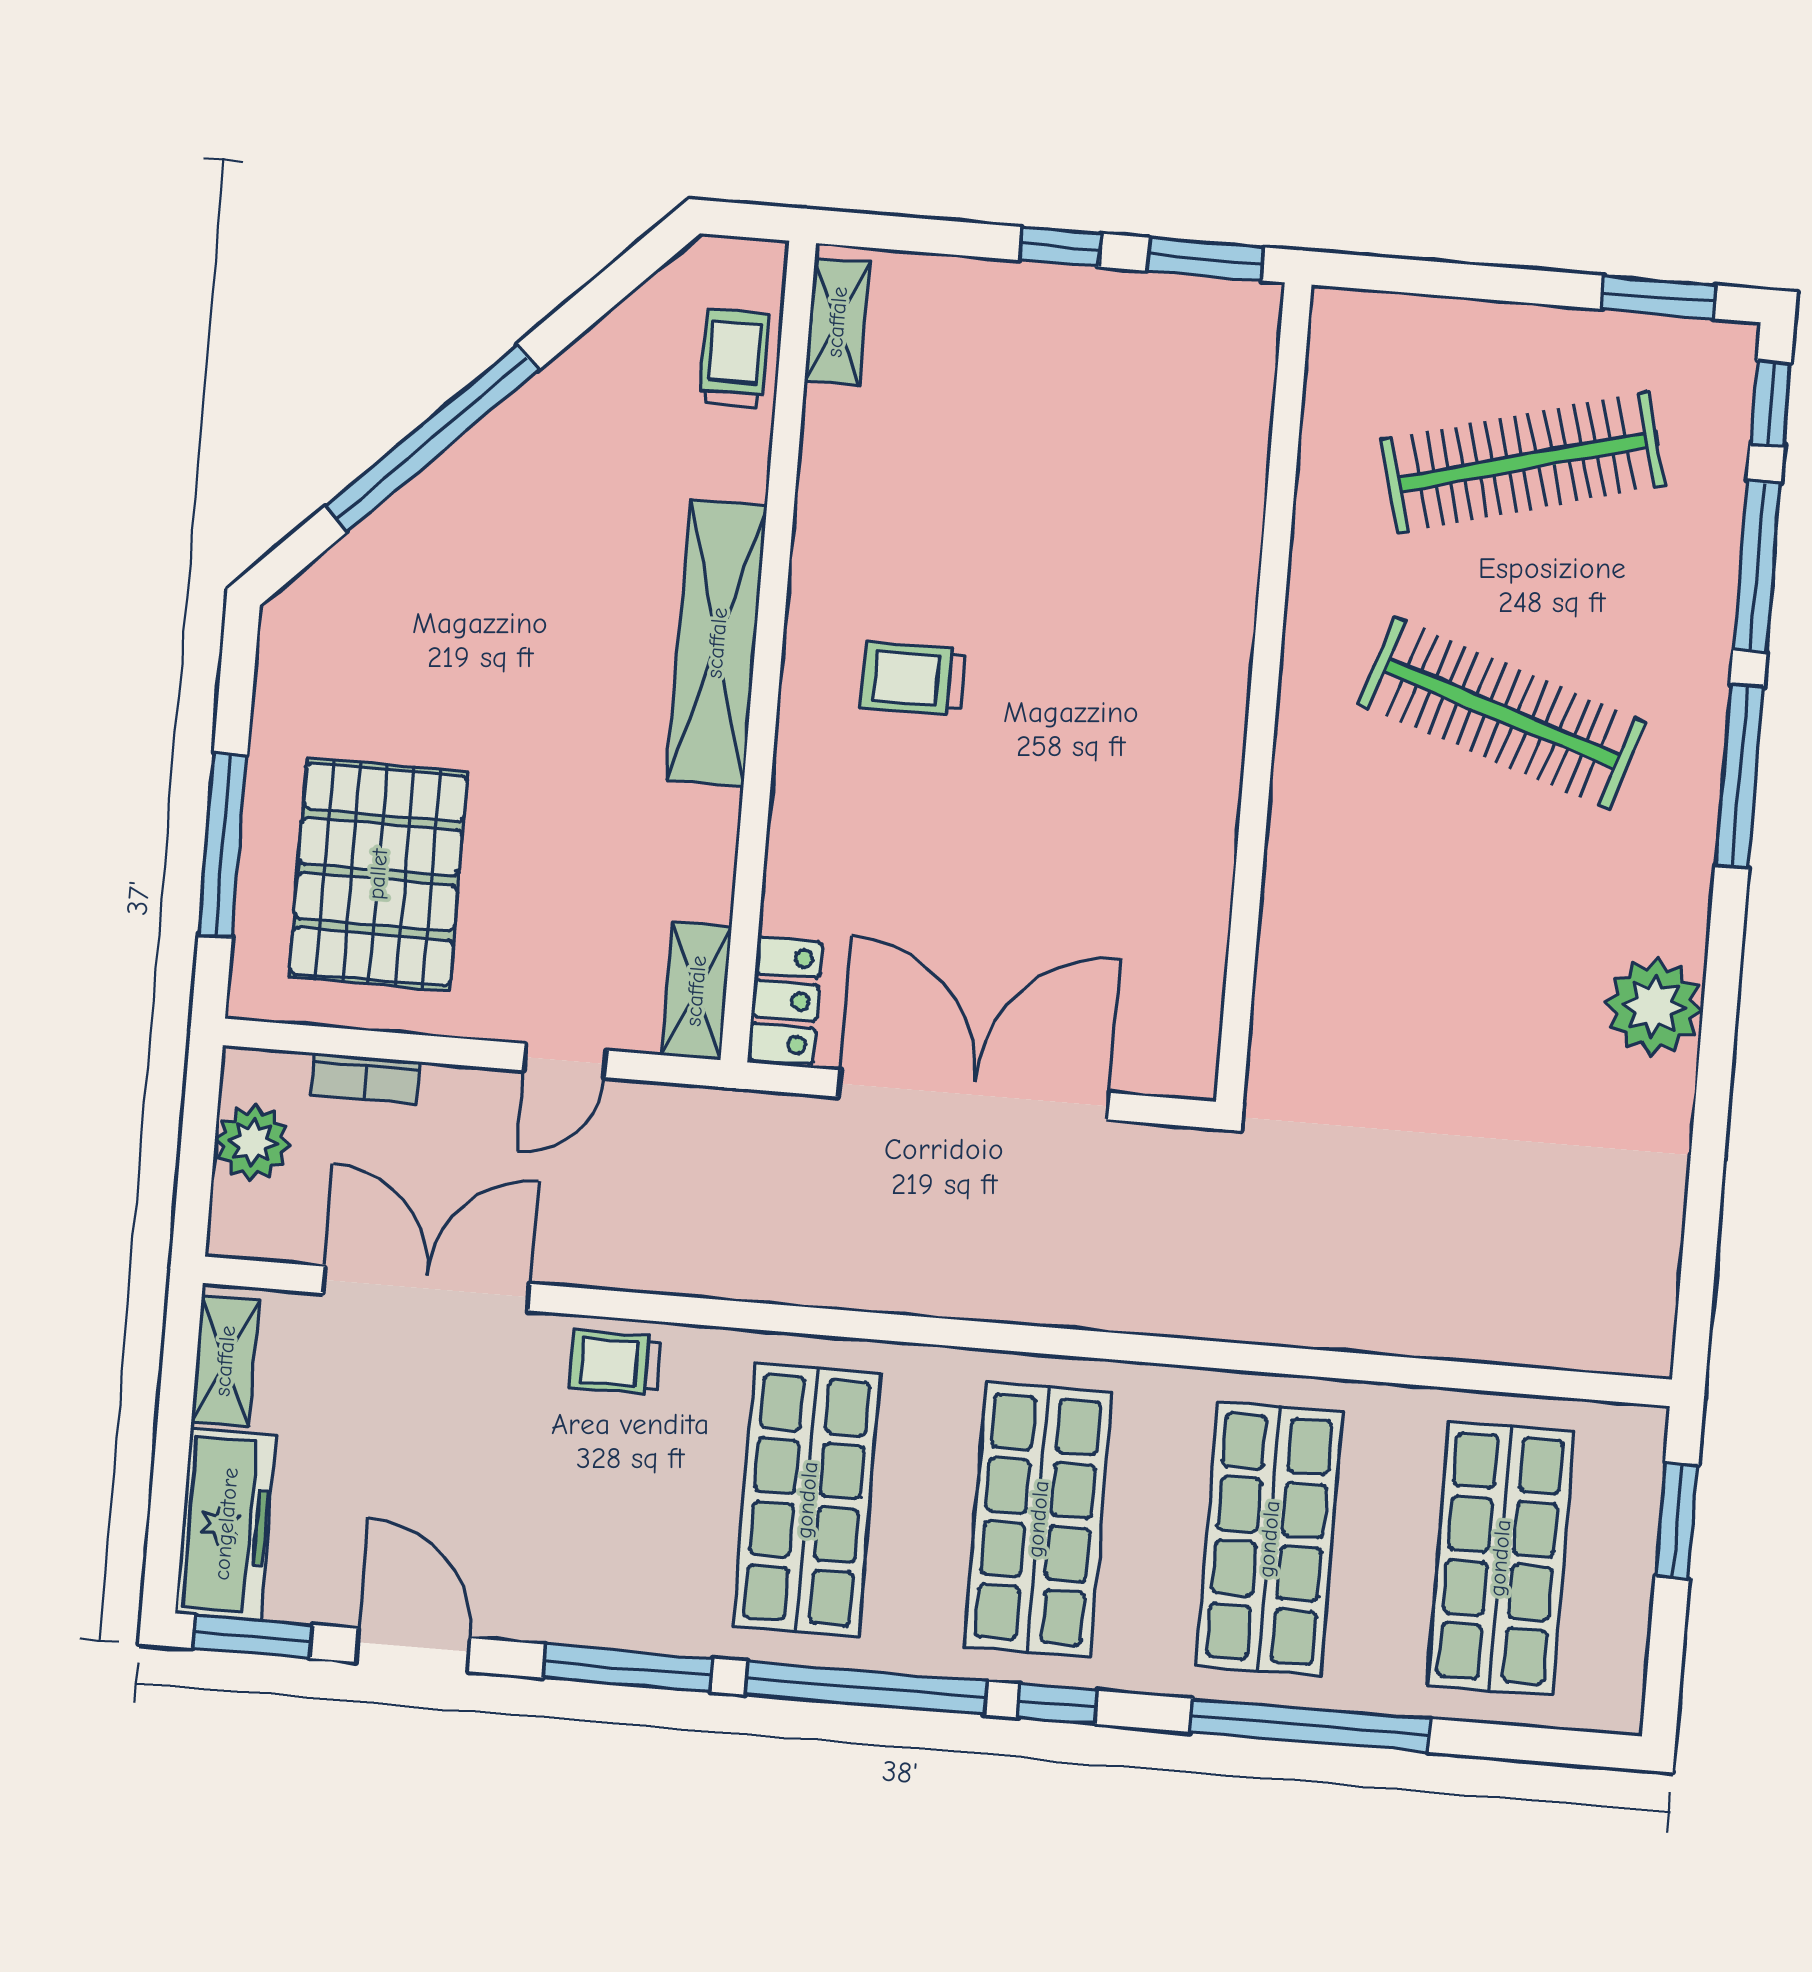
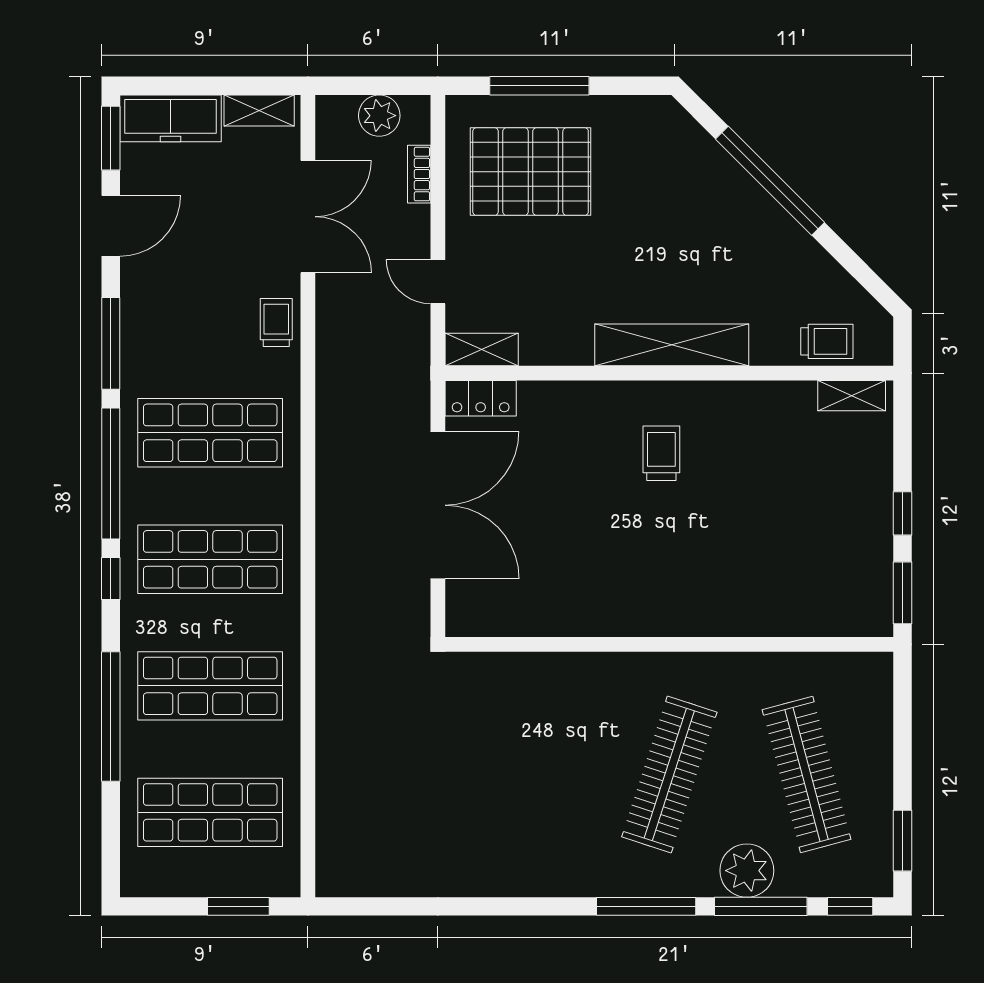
plant: (1654, 1007) -> (747, 871), moved

